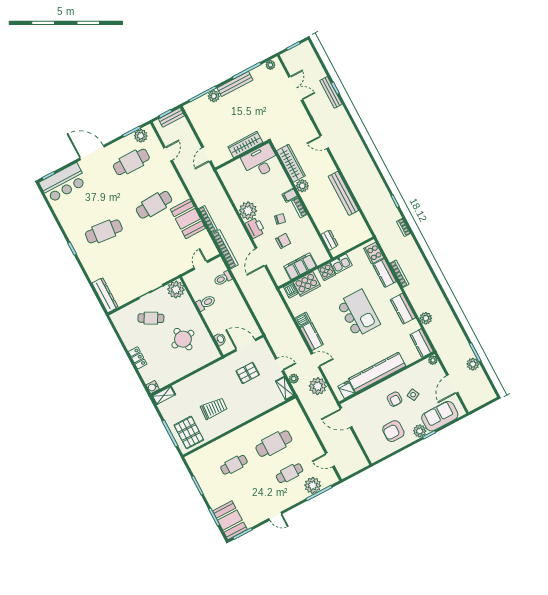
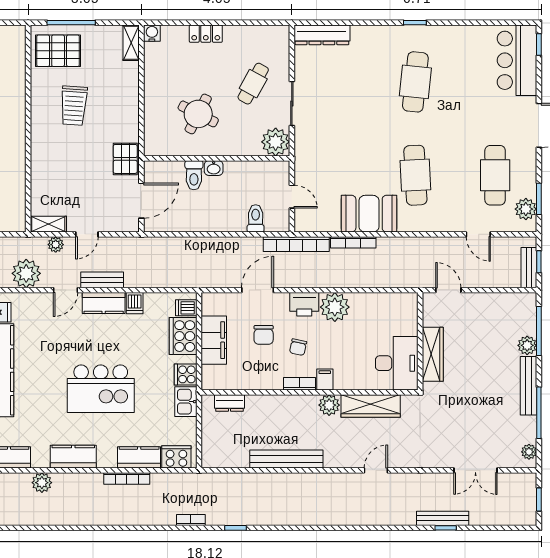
door: (261, 257) -> (258, 290), hinge flipped
toilet: (206, 303) -> (194, 175), moved
round table: (183, 339) -> (198, 114), turned 36
washbasin: (220, 339) -> (214, 168), moved
bench: (300, 344) -> (102, 280), added
pallet: (248, 373) -> (125, 159), moved

